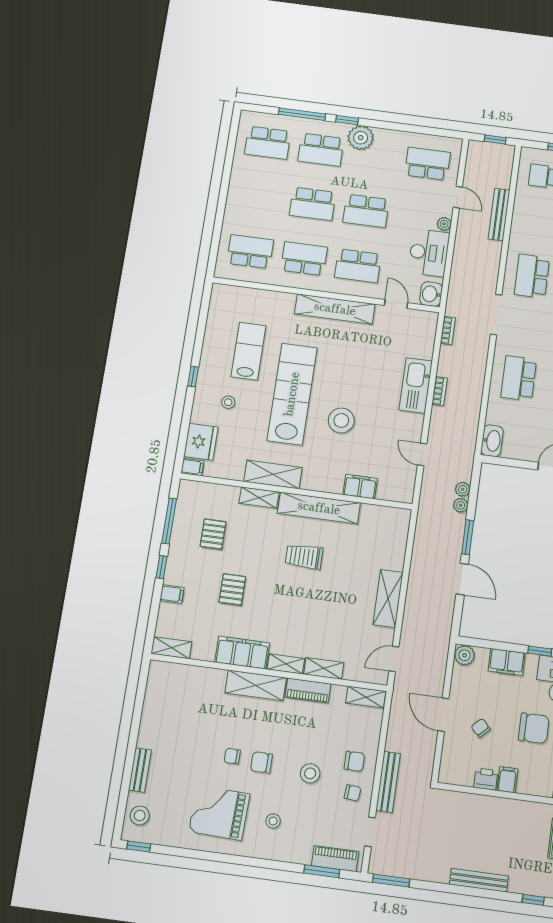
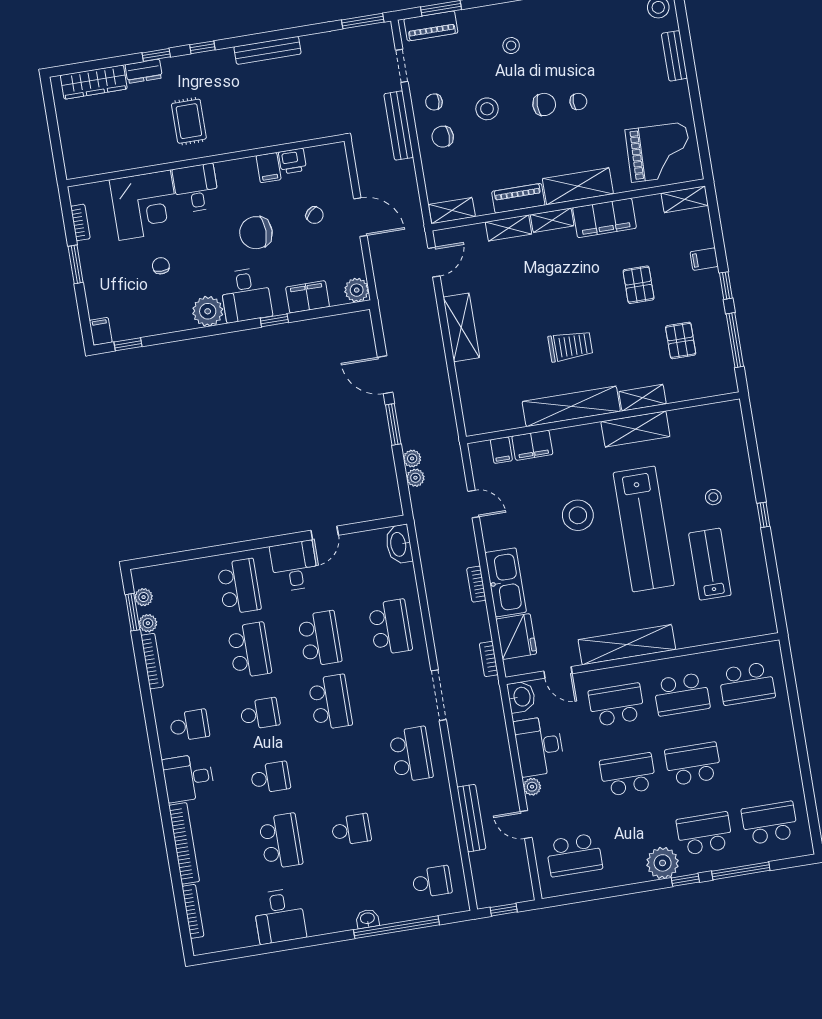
lab bench: (248, 351) -> (710, 564), turned 180
fridge: (201, 442) -> (516, 636), moved, turned 180
filing cabinet: (192, 467) -> (501, 450), moved, turned -90
grand piano: (219, 813) -> (659, 152), moved

